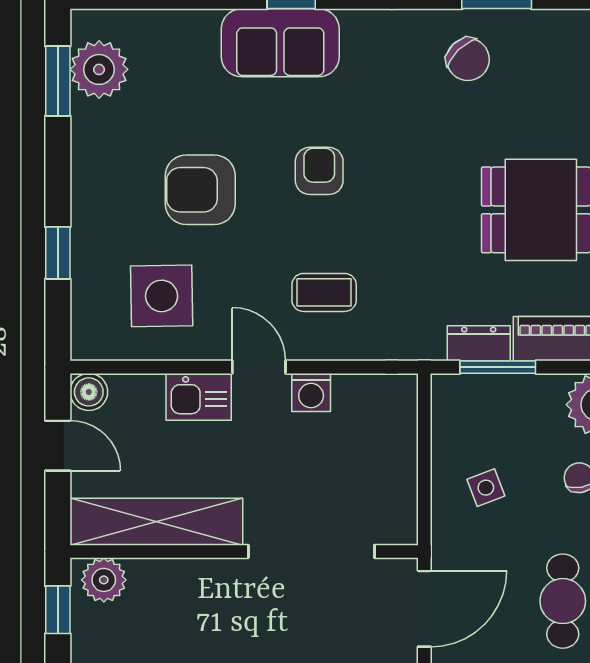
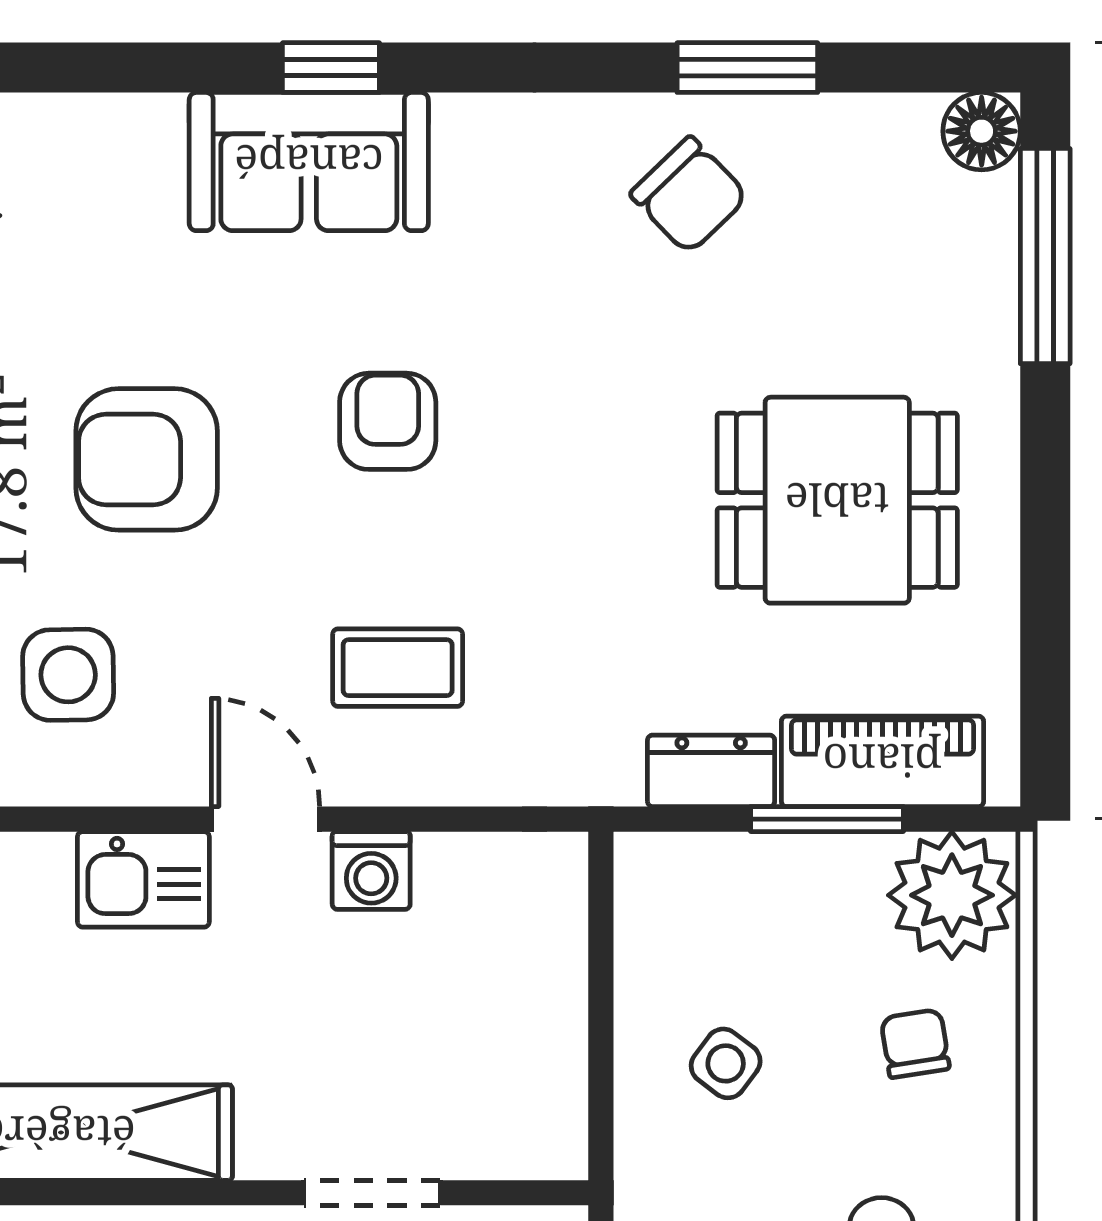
side table: (162, 296) -> (68, 675), width x0.73, depth x0.73
window: (498, 367) -> (827, 819), moved
side table: (486, 488) -> (726, 1063), turned -32
doorway: (311, 551) -> (372, 1193), width x0.53

